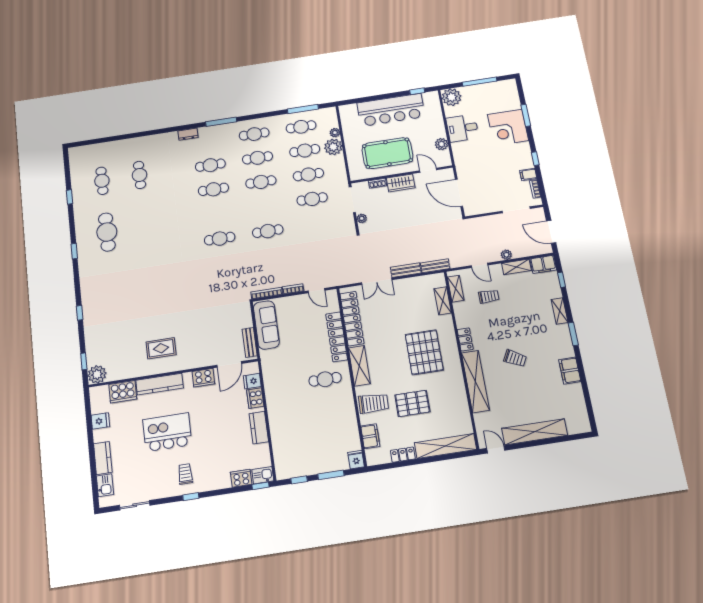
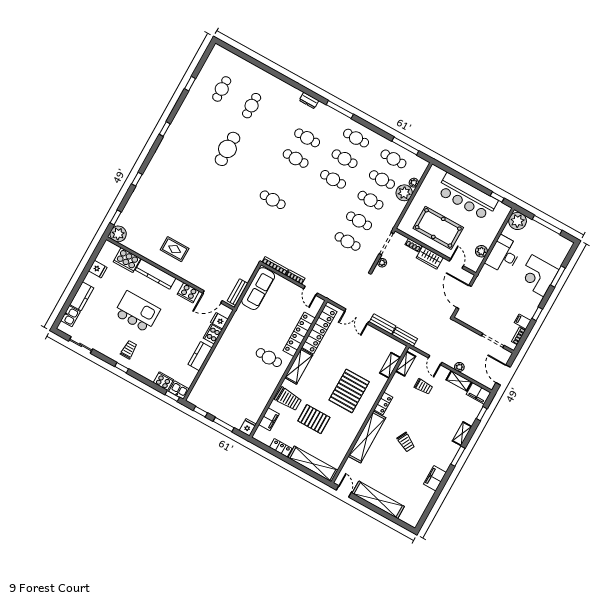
desk: (462, 128) -> (504, 255), width x1.37
cafe table: (268, 231) -> (348, 241), moved
cafe table: (107, 232) -> (227, 149), moved

